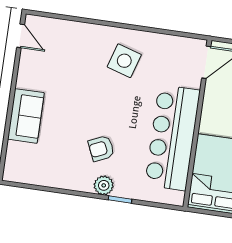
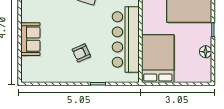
plant: (104, 185) -> (86, 76), removed

